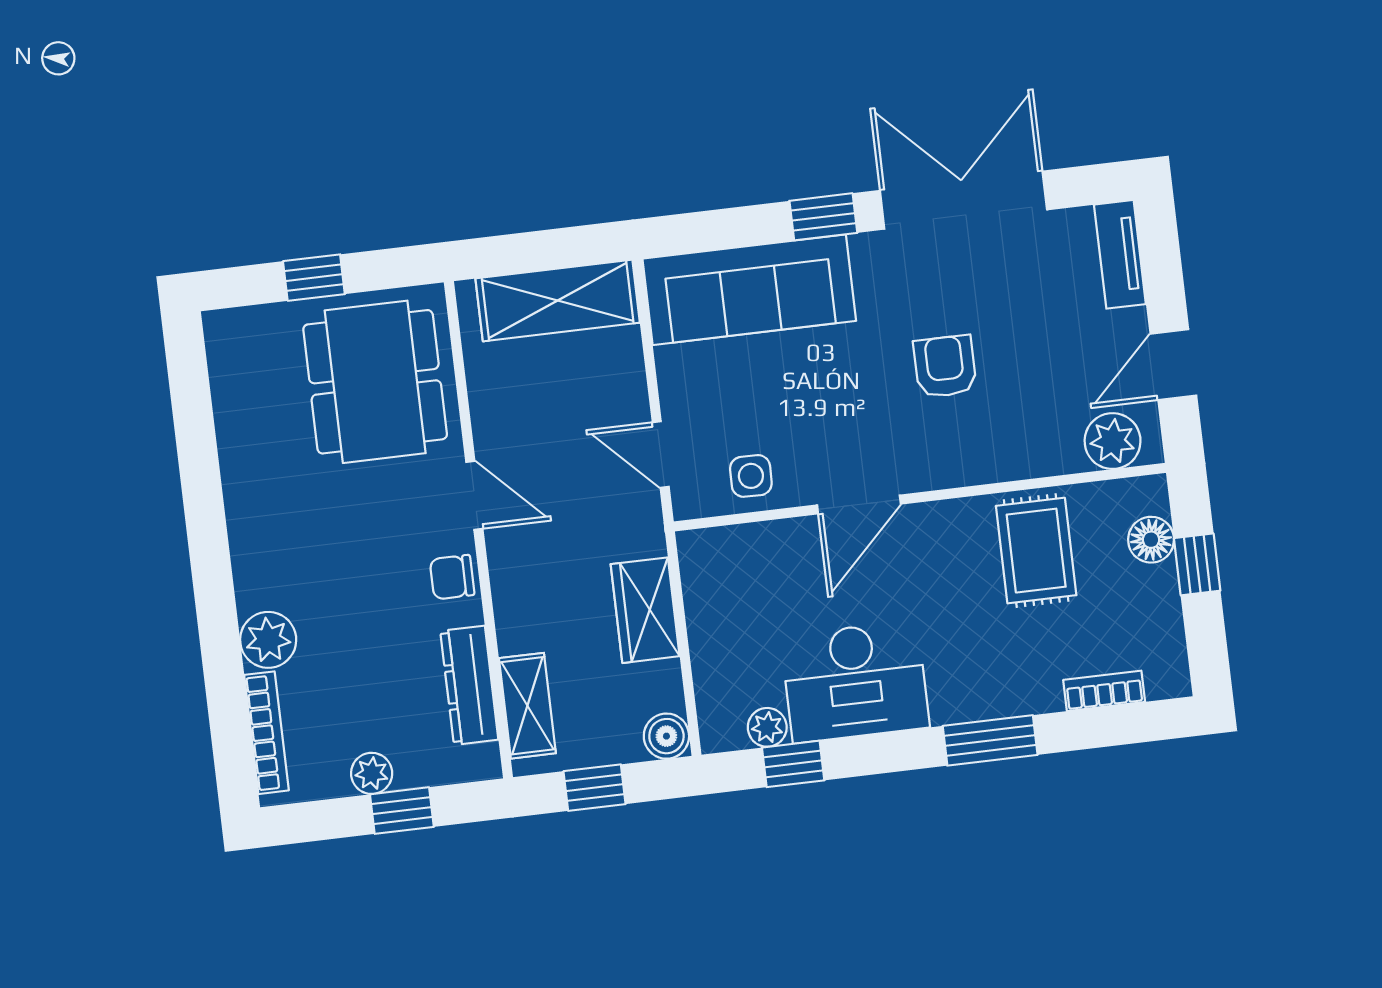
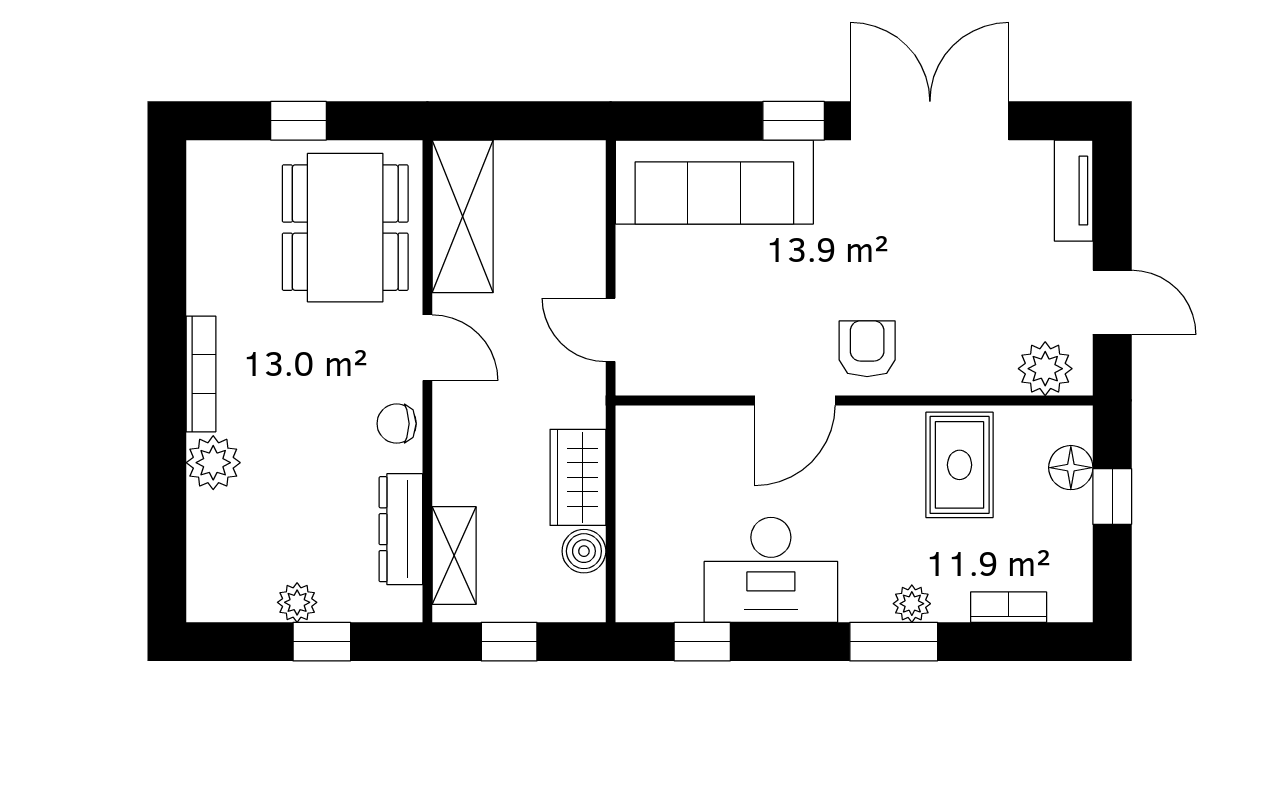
shelving: (558, 300) -> (463, 216), moved, turned 90
door: (1173, 365) -> (1112, 302), swing flipped
armchair: (945, 366) -> (867, 349), moved
side table: (751, 476) -> (695, 361), removed
plant: (767, 727) -> (912, 604), moved
bookcase: (266, 733) -> (201, 374), moved
boiler: (666, 736) -> (584, 551), moved

